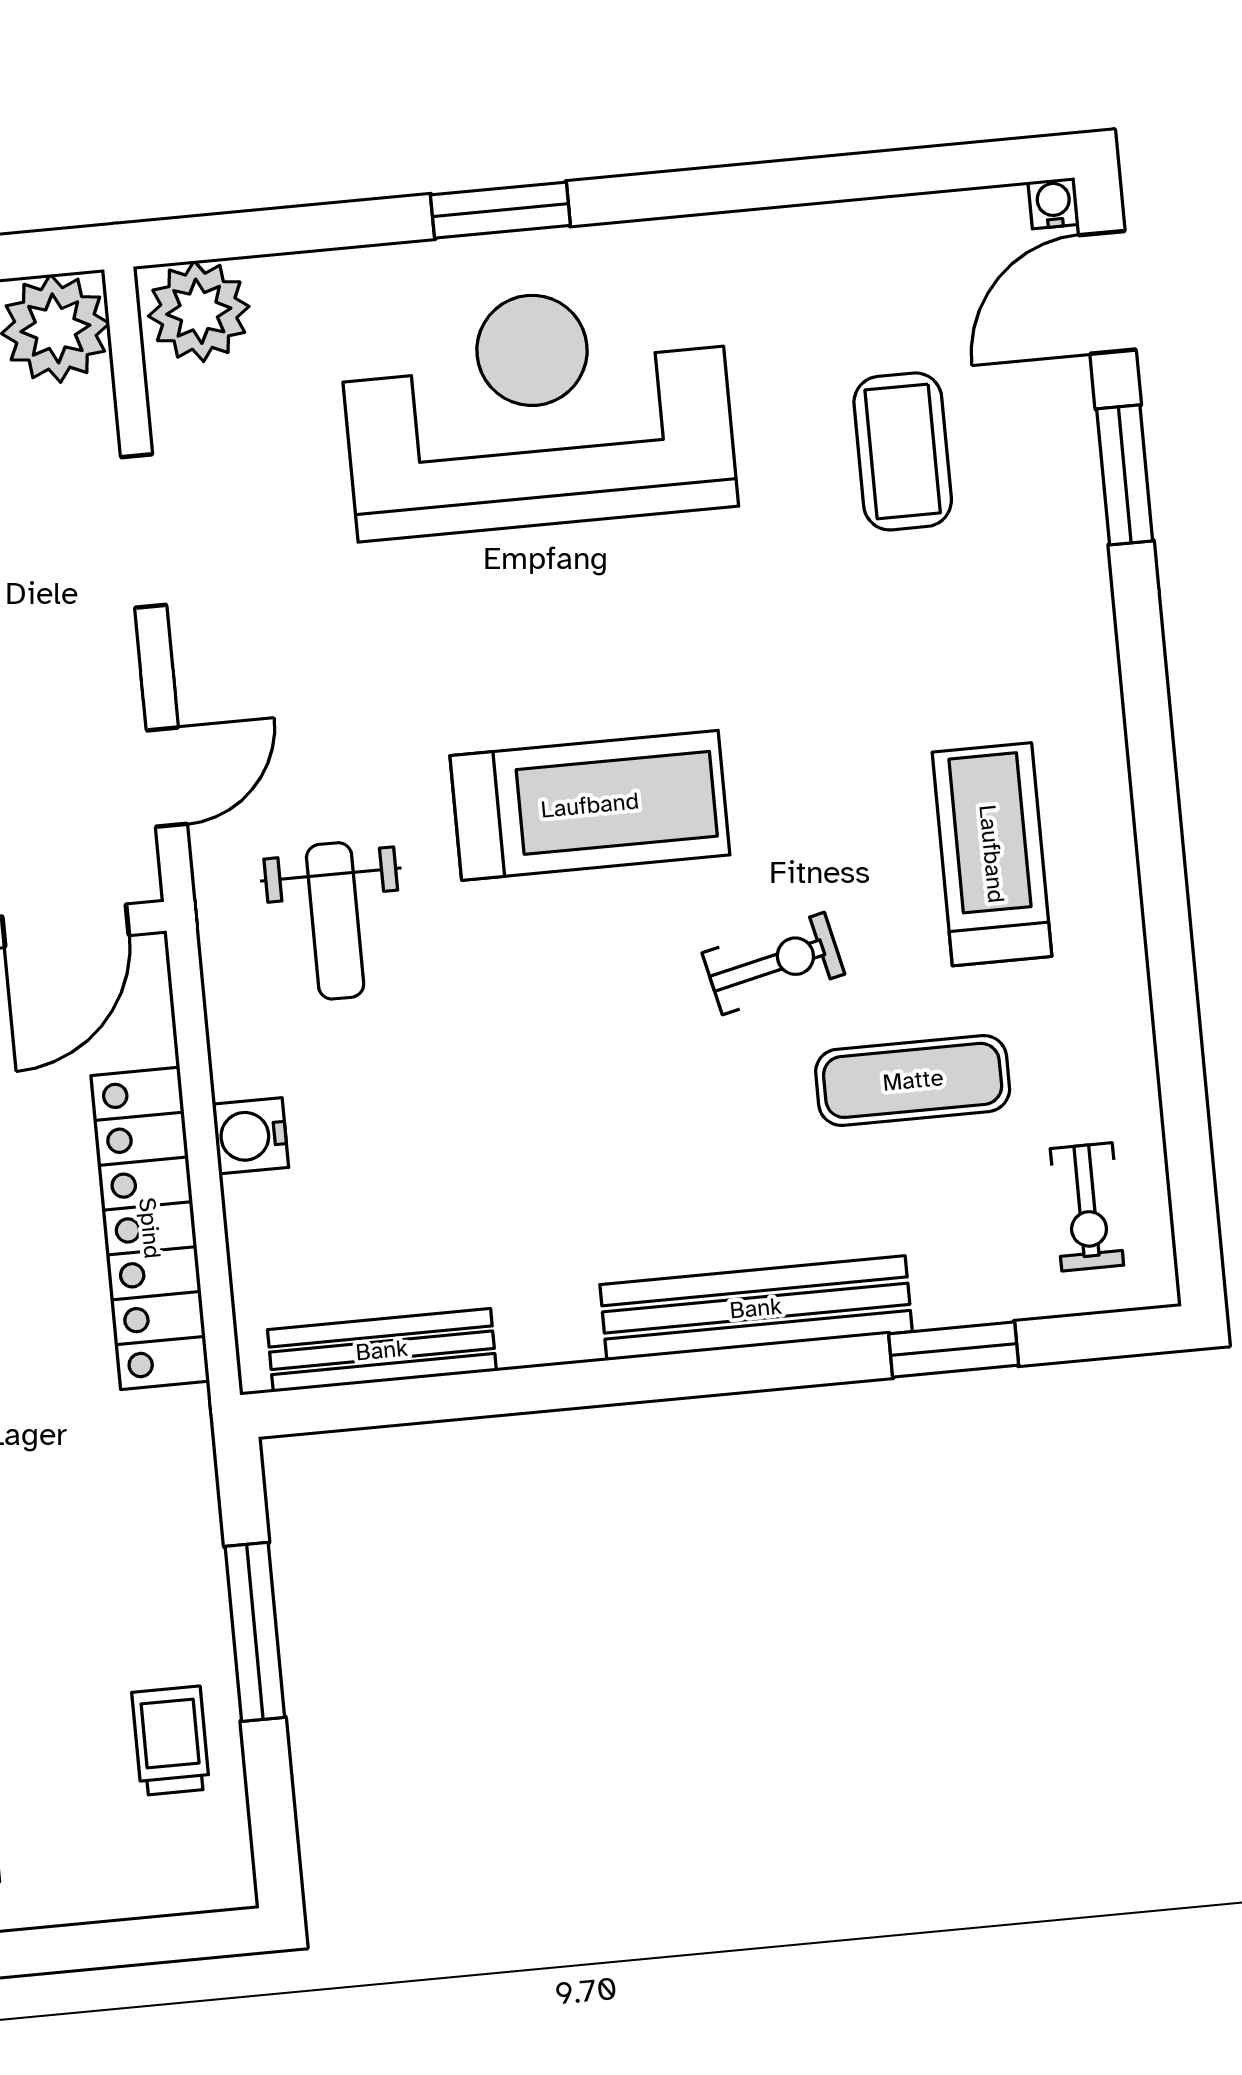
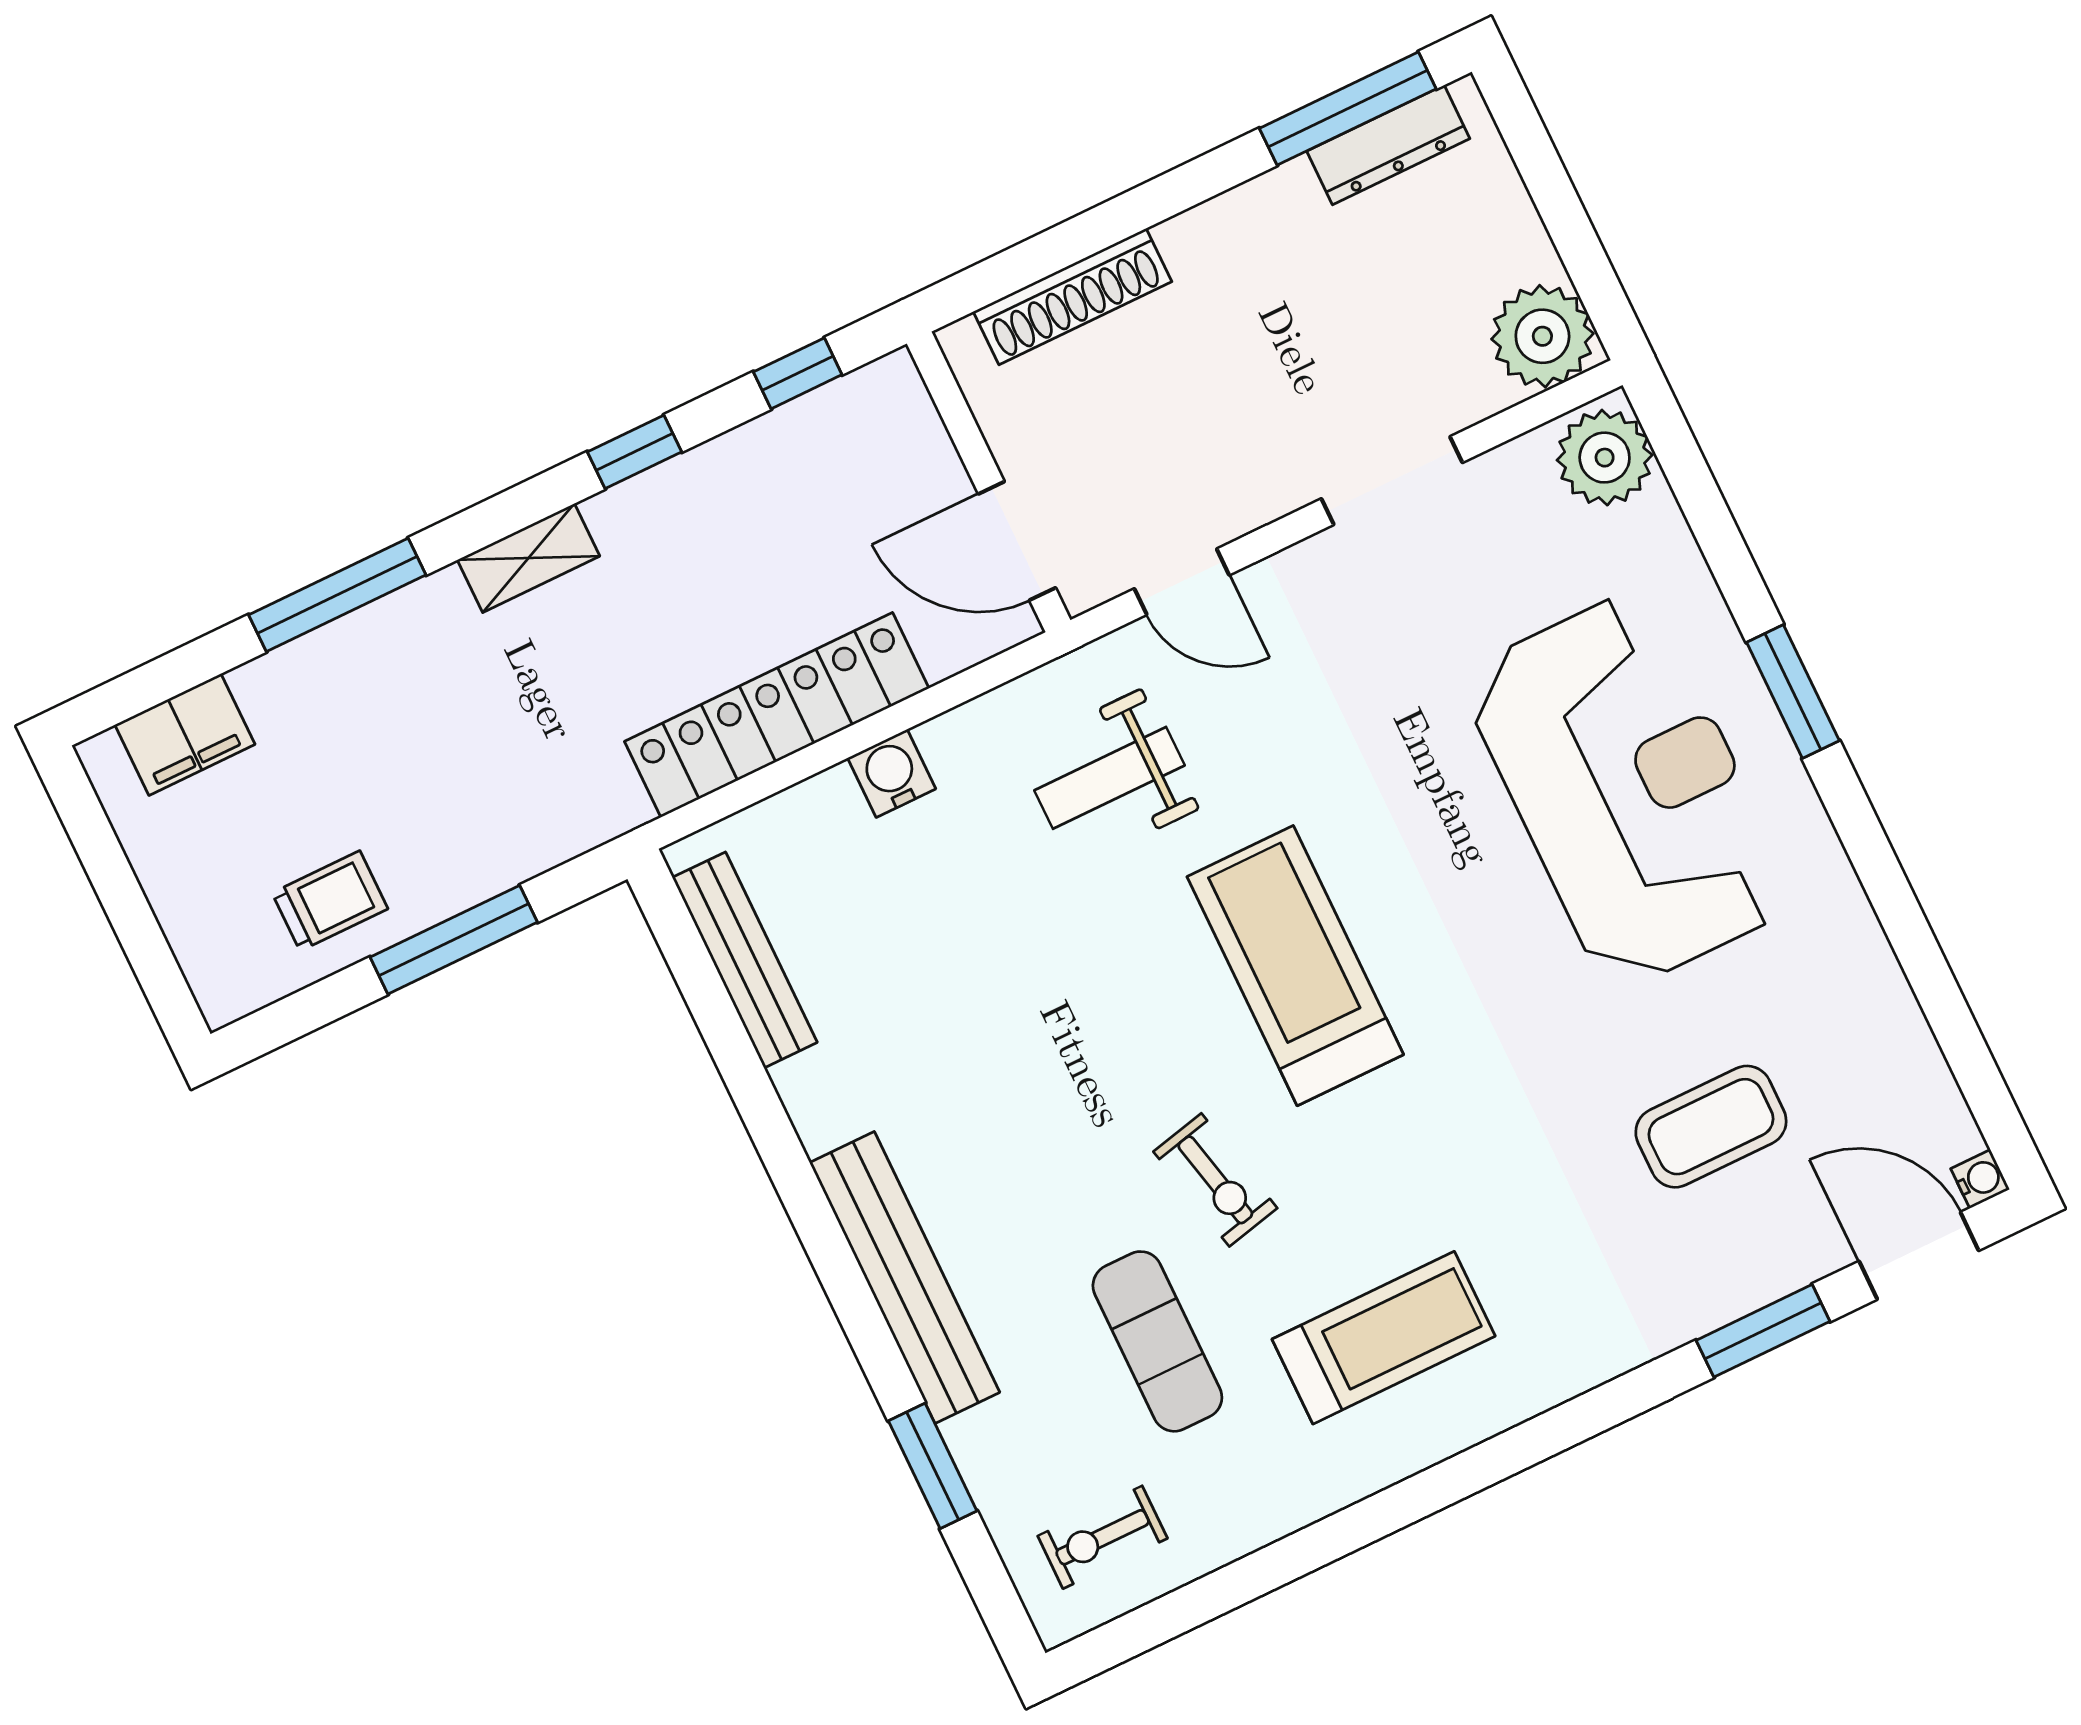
treadmill: (590, 805) -> (1295, 966), turned 180

